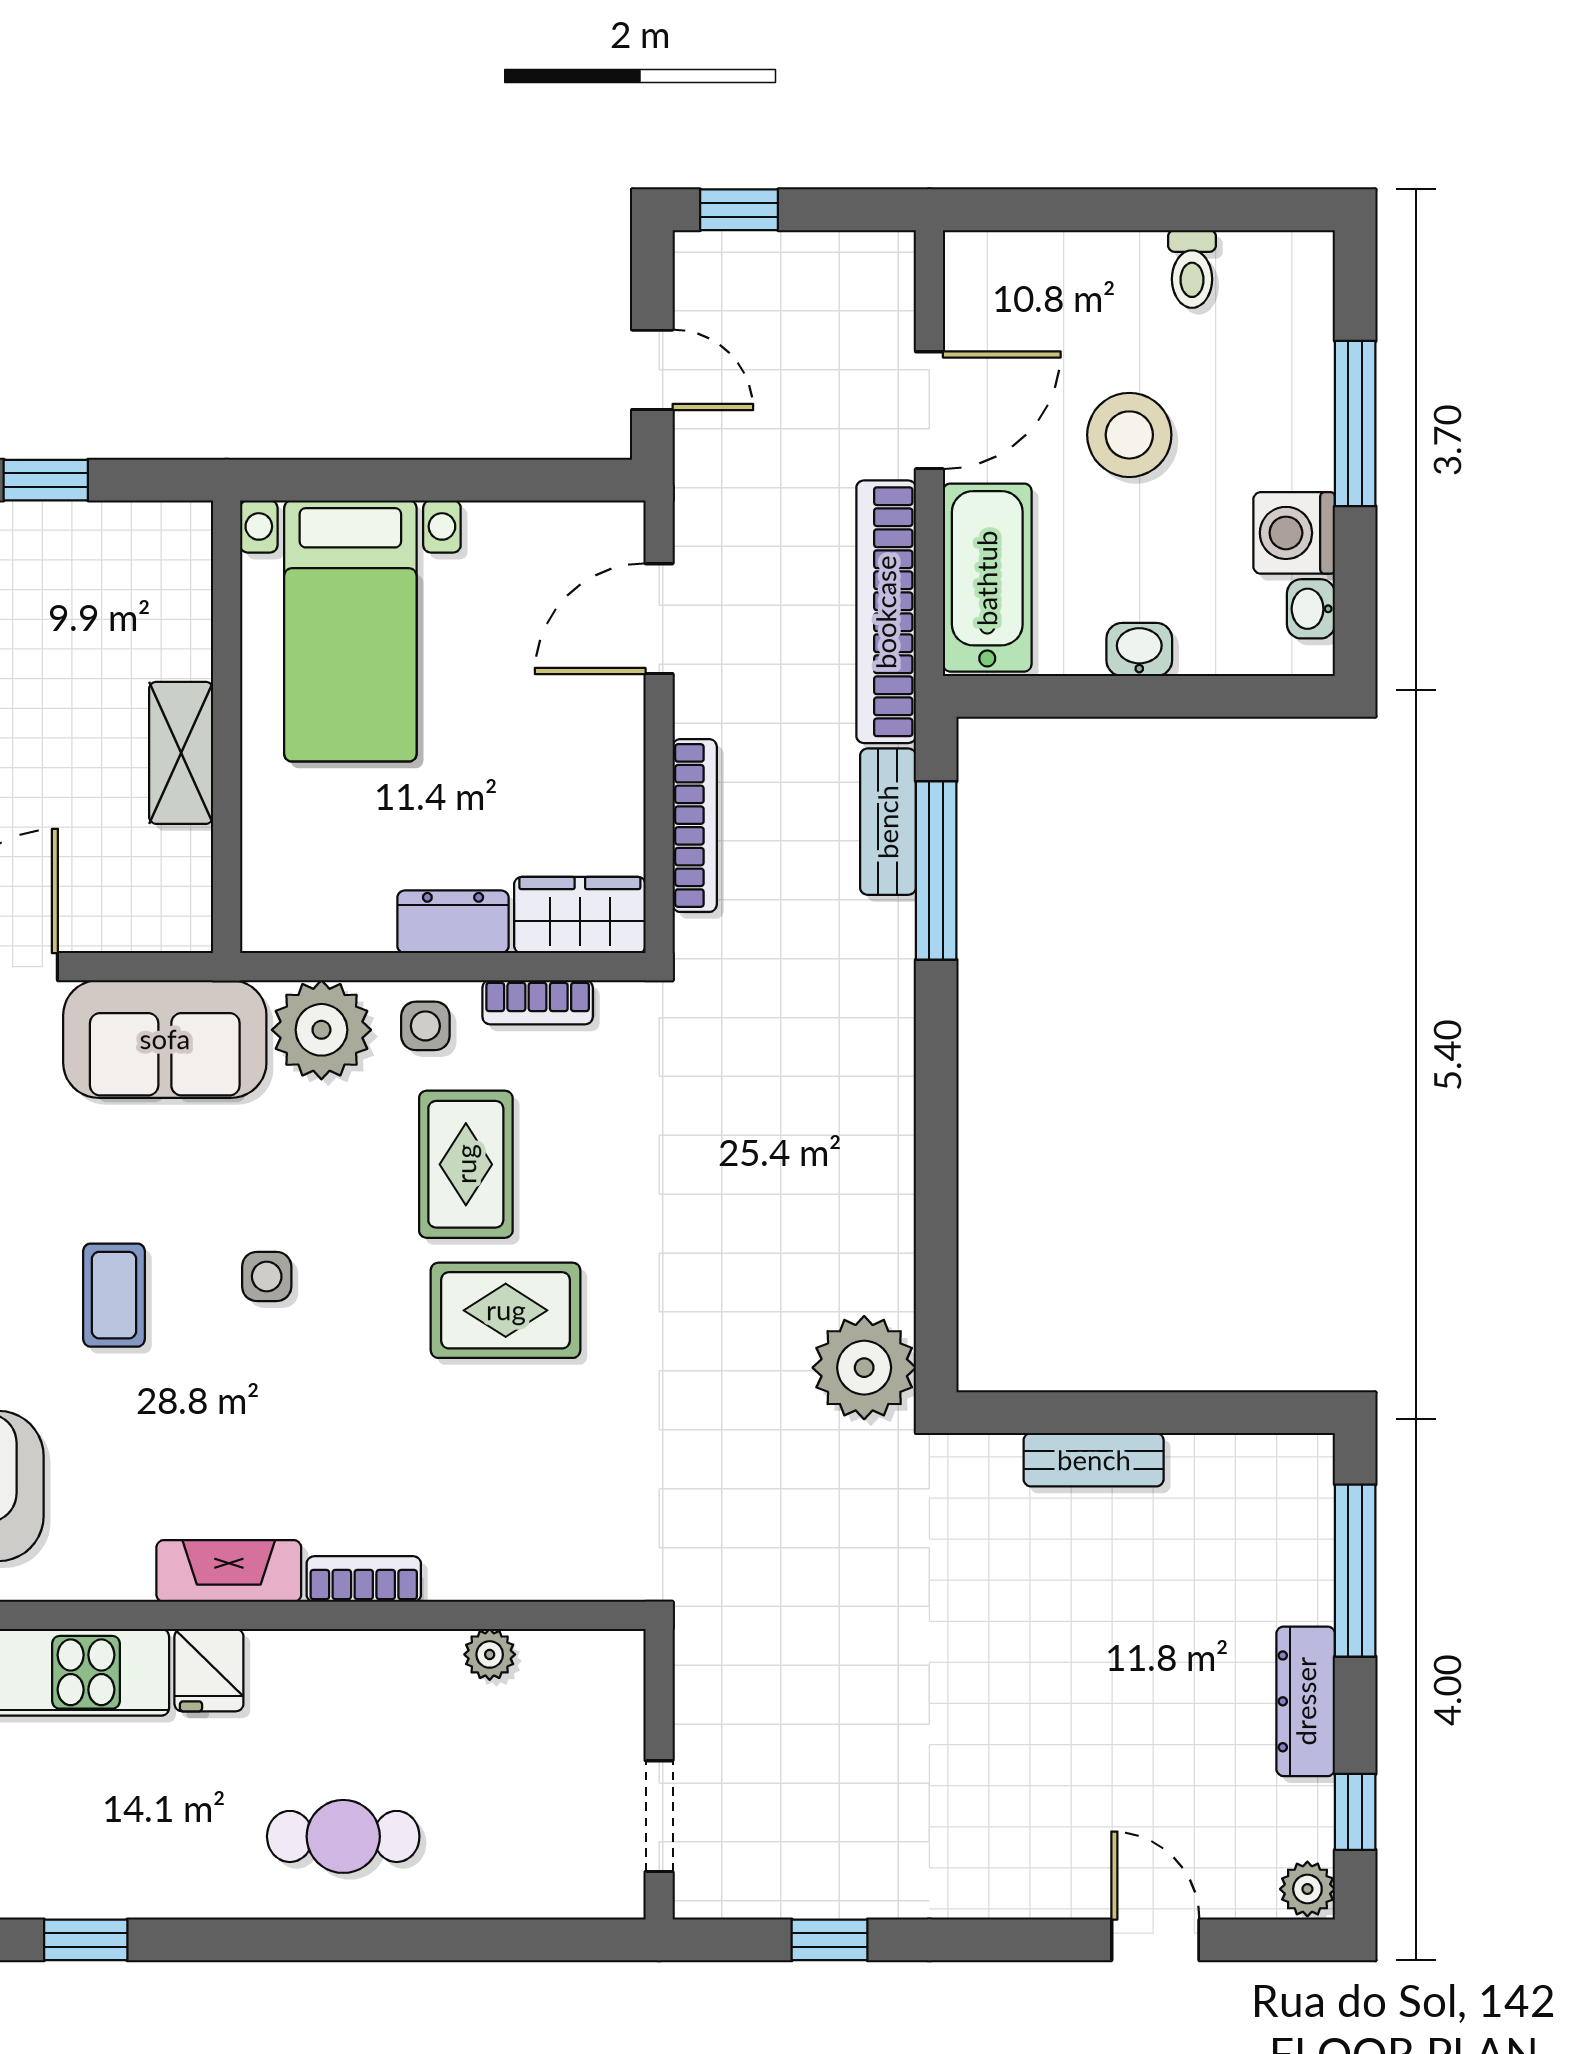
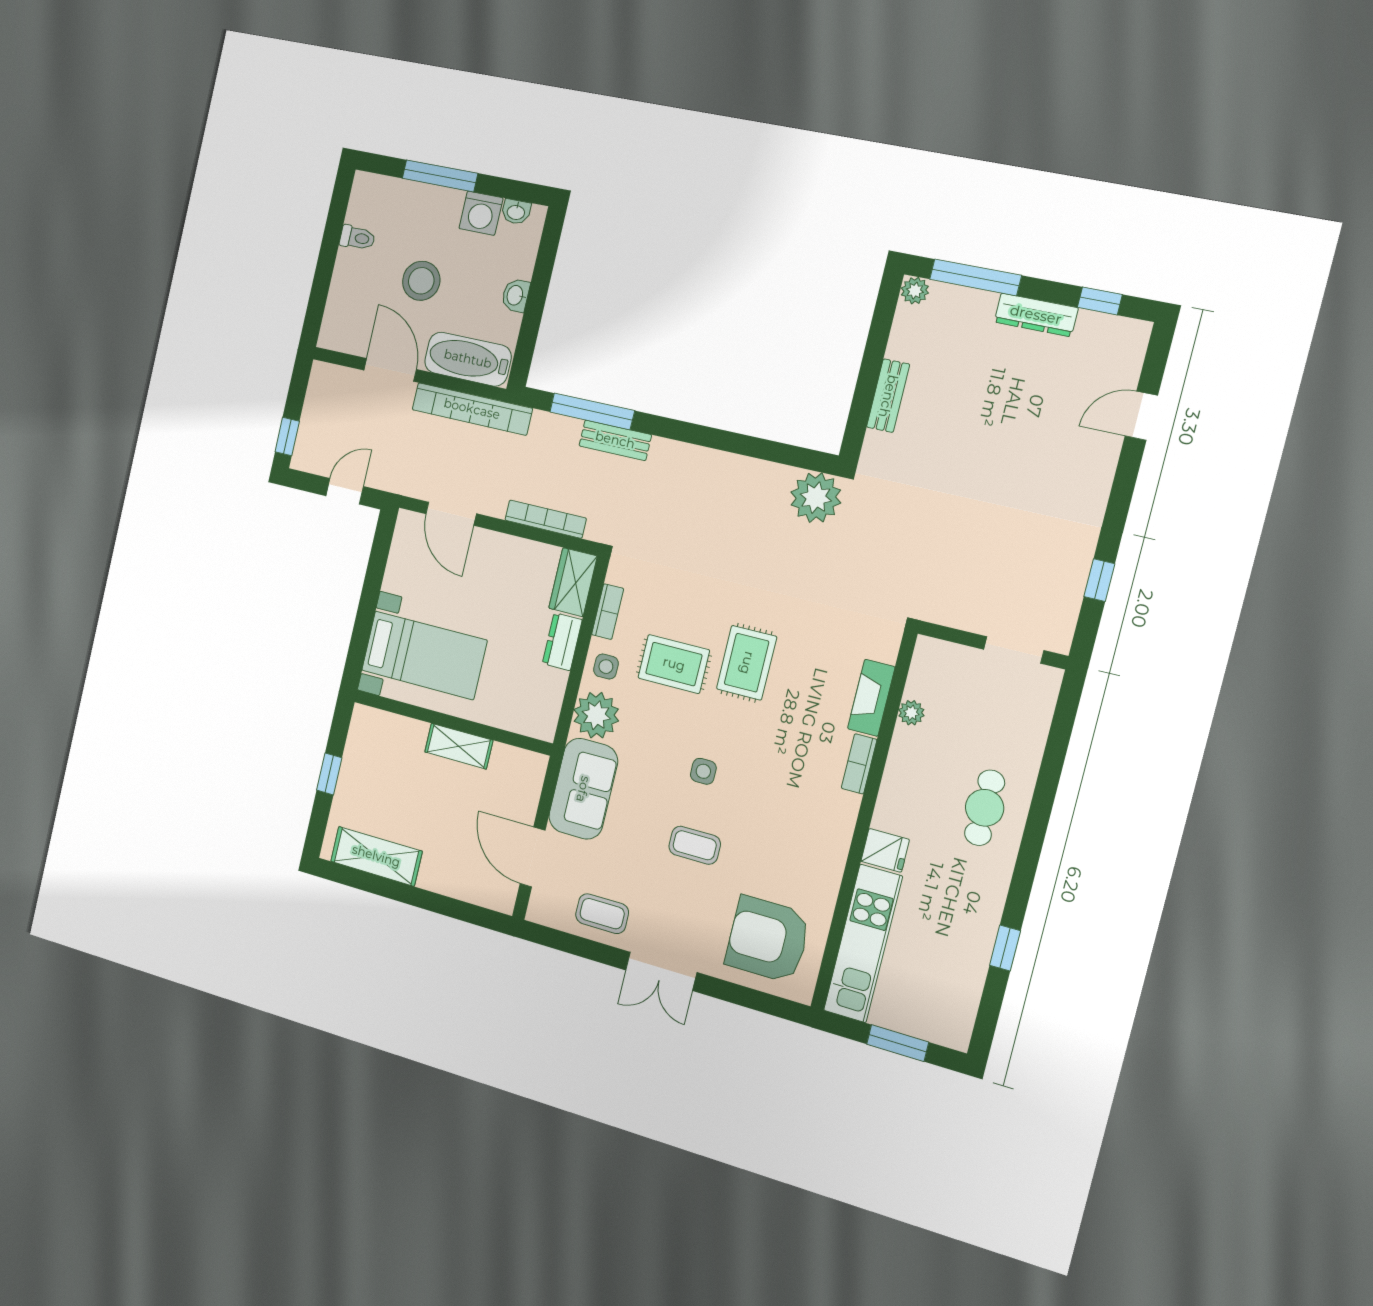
bench: (888, 822) -> (615, 440), moved
fireplace: (229, 1571) -> (871, 698), moved
plant: (1307, 1889) -> (915, 291), moved

